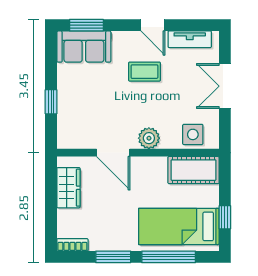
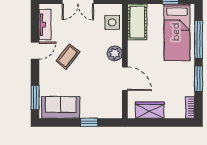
sofa: (84, 47) -> (61, 107), moved, turned -90
coffee table: (144, 72) -> (68, 57), turned 38
door: (113, 153) -> (125, 79), hinge flipped

